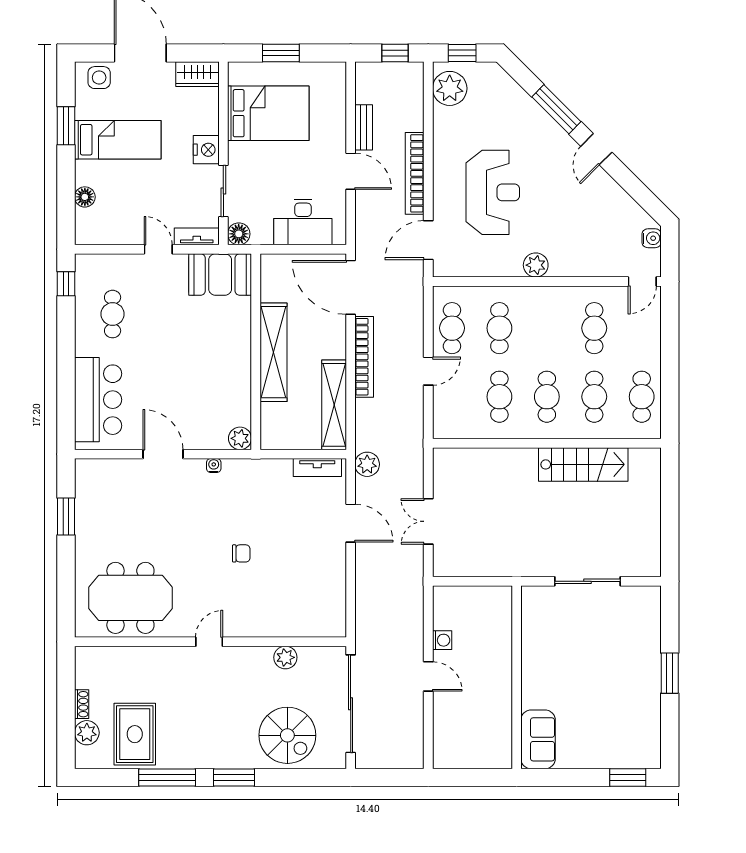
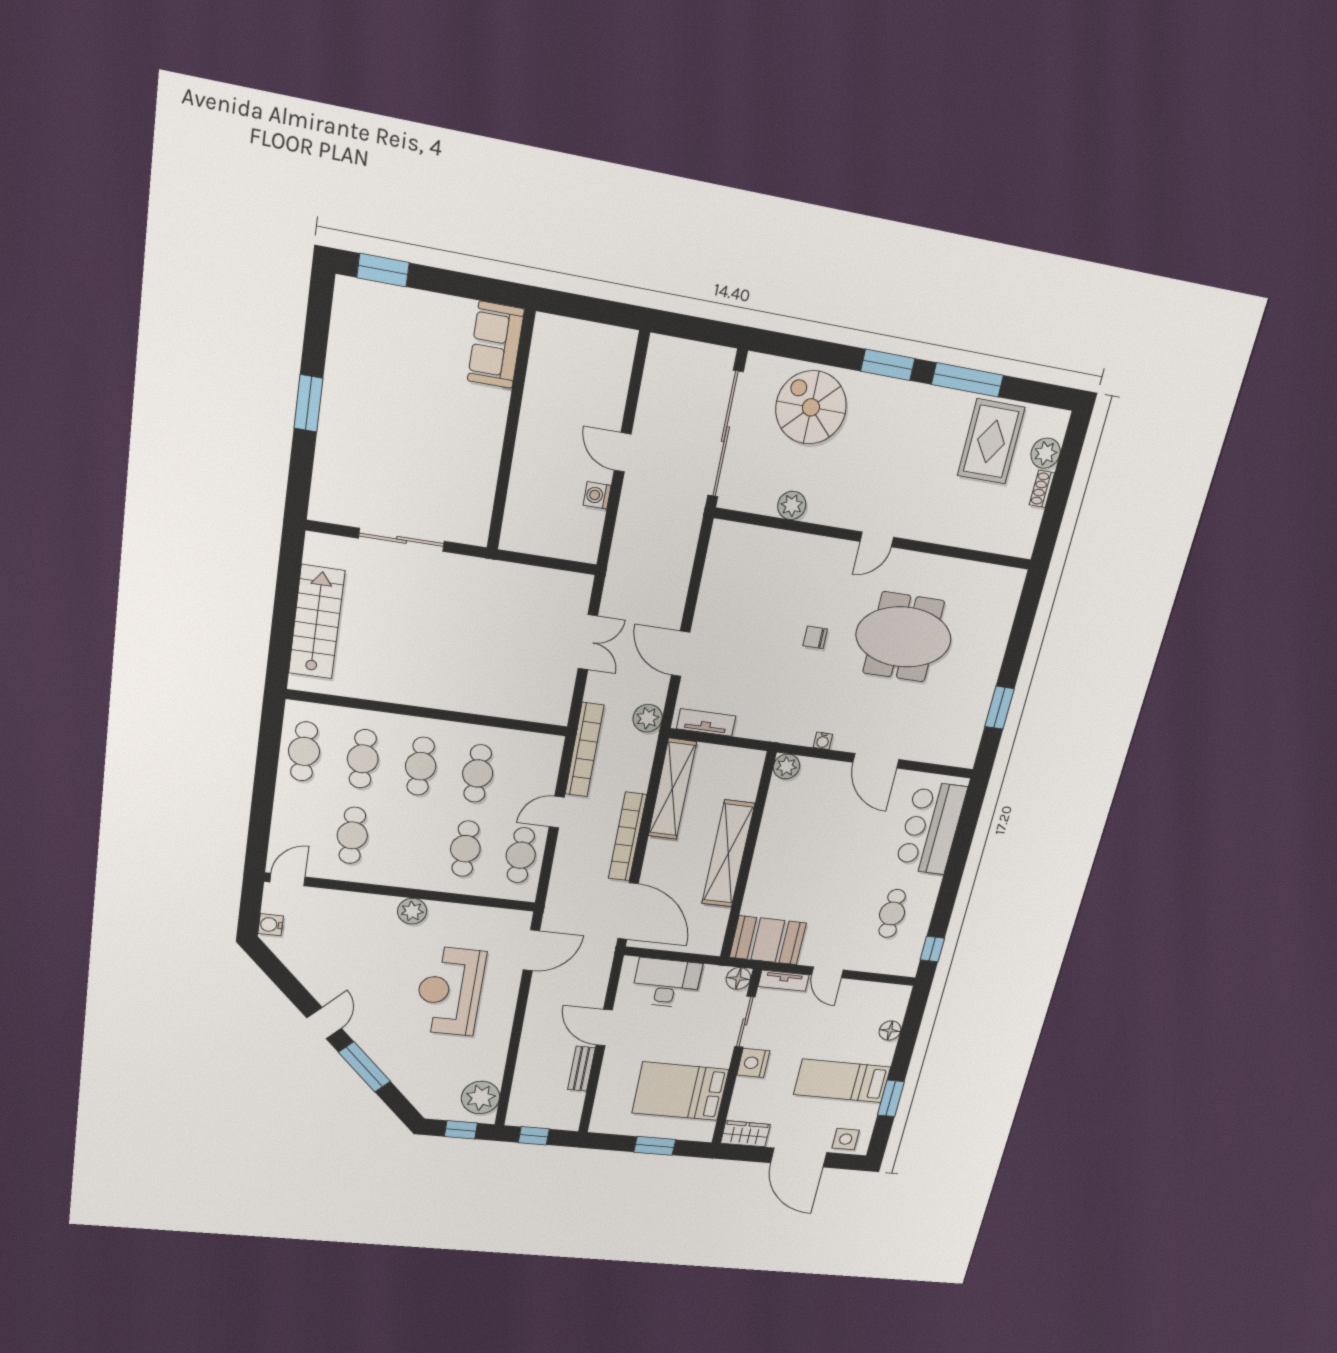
bookcase: (415, 173) -> (585, 750), moved
stairs: (583, 464) -> (317, 622), moved, turned 90
meeting table: (130, 598) -> (904, 637), moved

